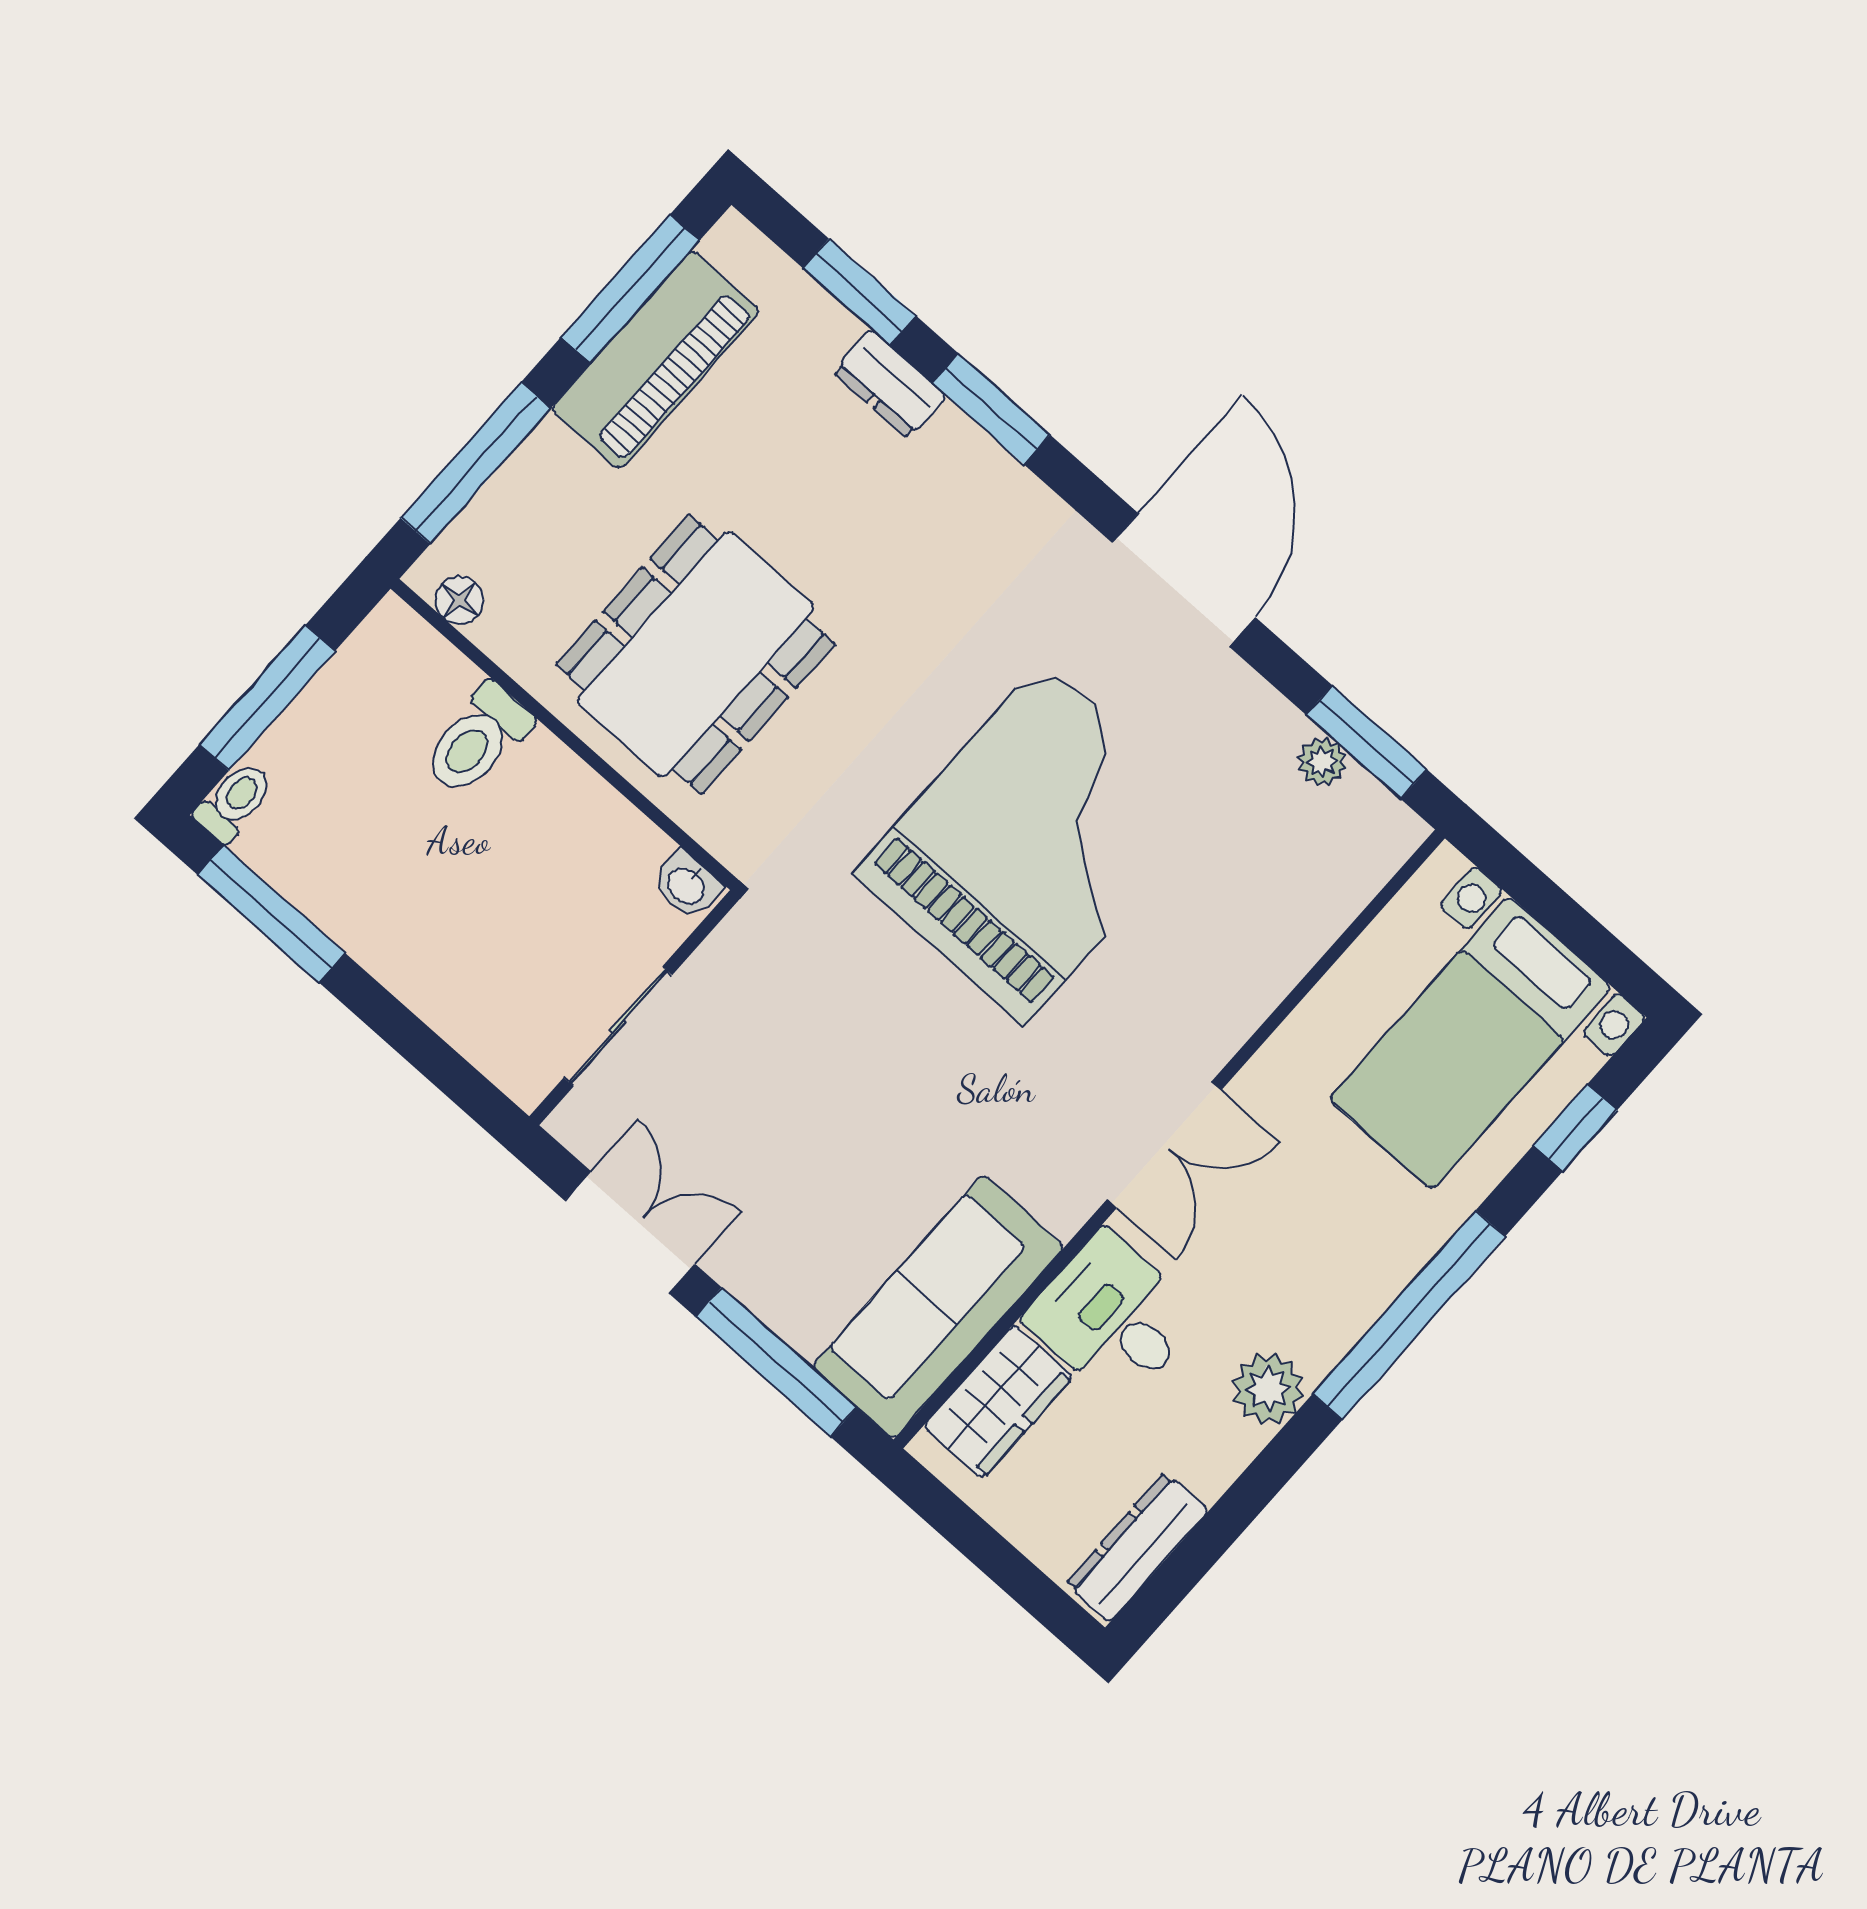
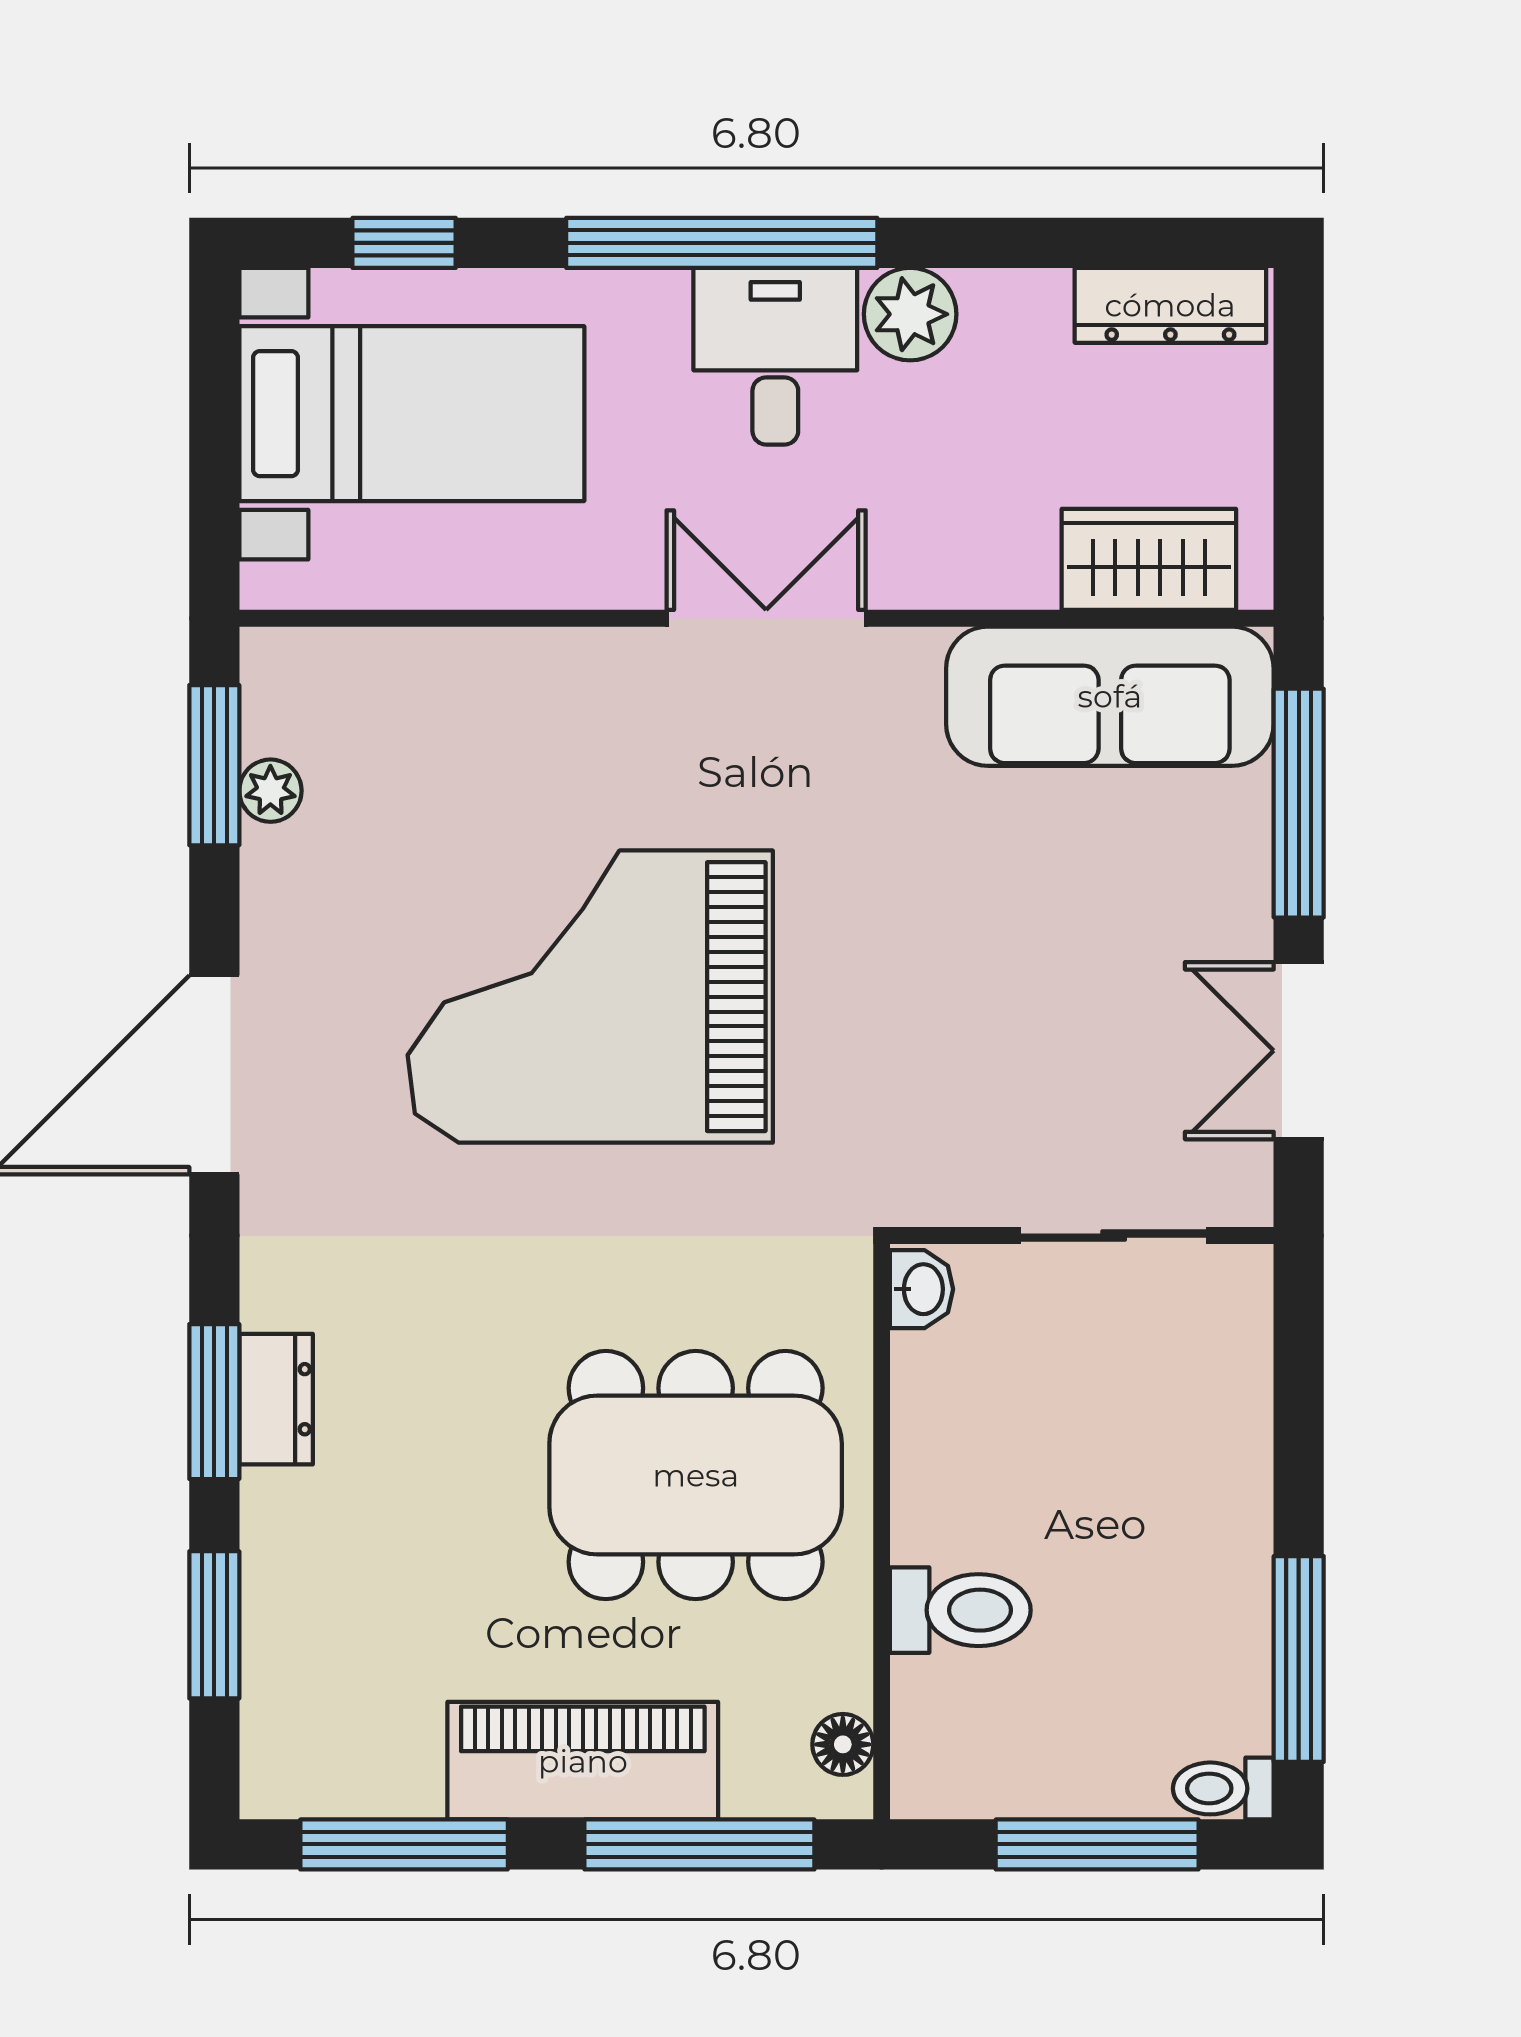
piano: (656, 360) -> (583, 1761), moved
dresser: (890, 384) -> (276, 1399), moved
desk: (1113, 1317) -> (775, 356), moved, turned 180

